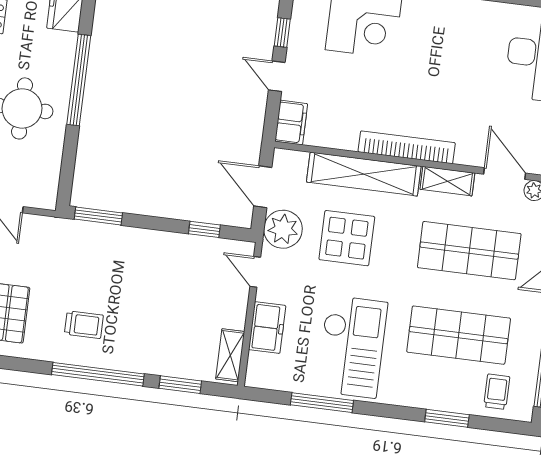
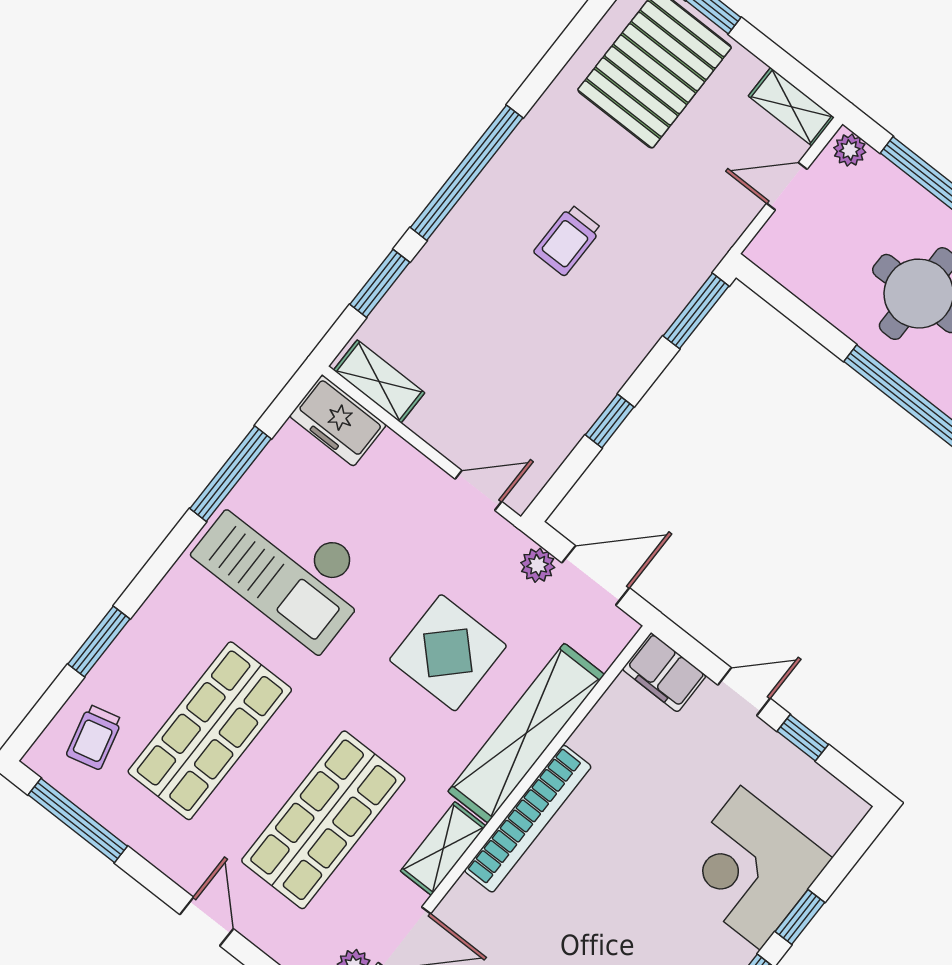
window: (204, 229) -> (610, 421), moved
plant: (283, 229) -> (538, 565), width x0.53, depth x0.53
trolley: (84, 325) -> (568, 240), moved
freezer: (267, 328) -> (338, 421), moved
trolley: (497, 392) -> (94, 737), turned 76

